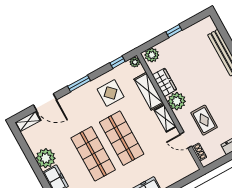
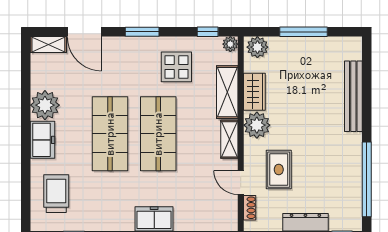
window: (174, 31) -> (304, 32), width x2.17

